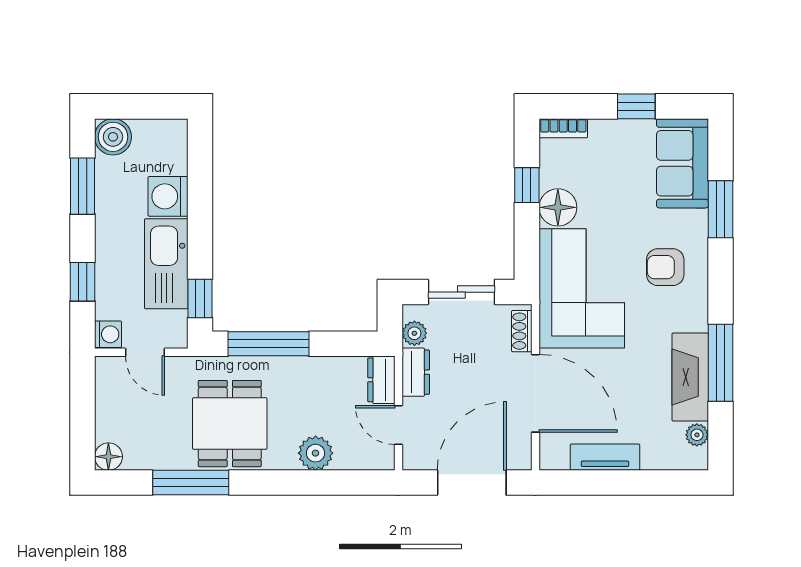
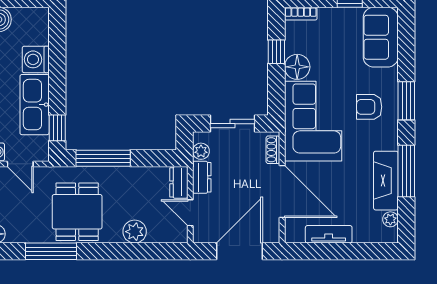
window: (720, 209) -> (406, 101), moved

